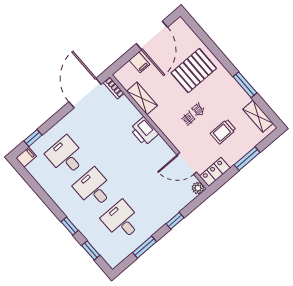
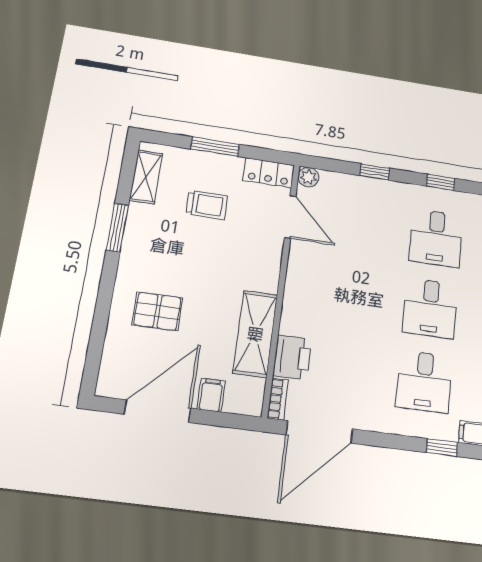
pallet: (194, 71) -> (157, 311), width x0.67, depth x0.71
shelving: (142, 98) -> (255, 334), width x1.50, depth x1.33
printer: (144, 131) -> (292, 357), moved
window: (144, 247) -> (441, 182), width x0.67

